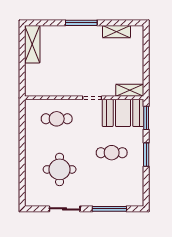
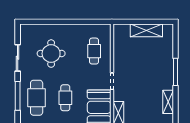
shelving: (32, 44) -> (146, 30), moved
cafe table: (112, 187) -> (37, 98), added

